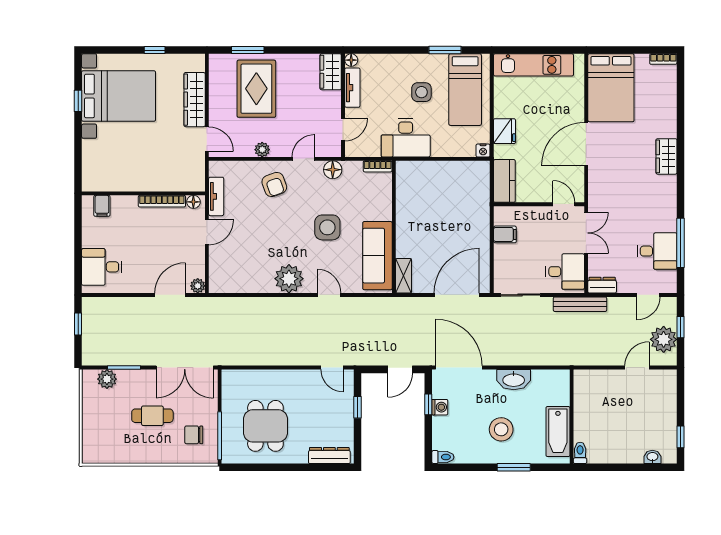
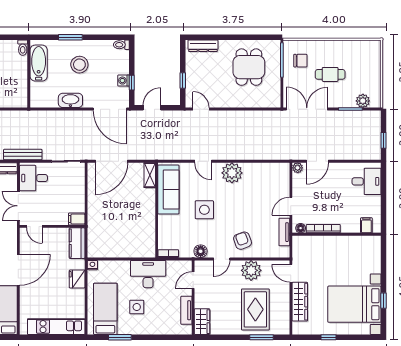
floor lamp: (351, 60) -> (187, 330), removed
plant: (262, 150) -> (251, 270), width x1.88, depth x1.88
filing cabinet: (505, 234) -> (77, 219), moved

